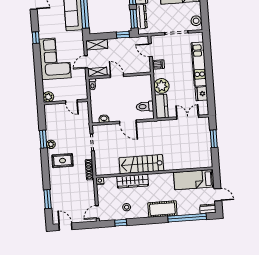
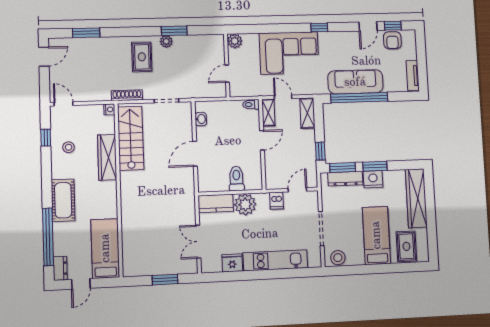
toilet: (145, 106) -> (236, 179), moved
double door: (188, 117) -> (198, 242), swing flipped
stairs: (141, 164) -> (131, 138), moved

